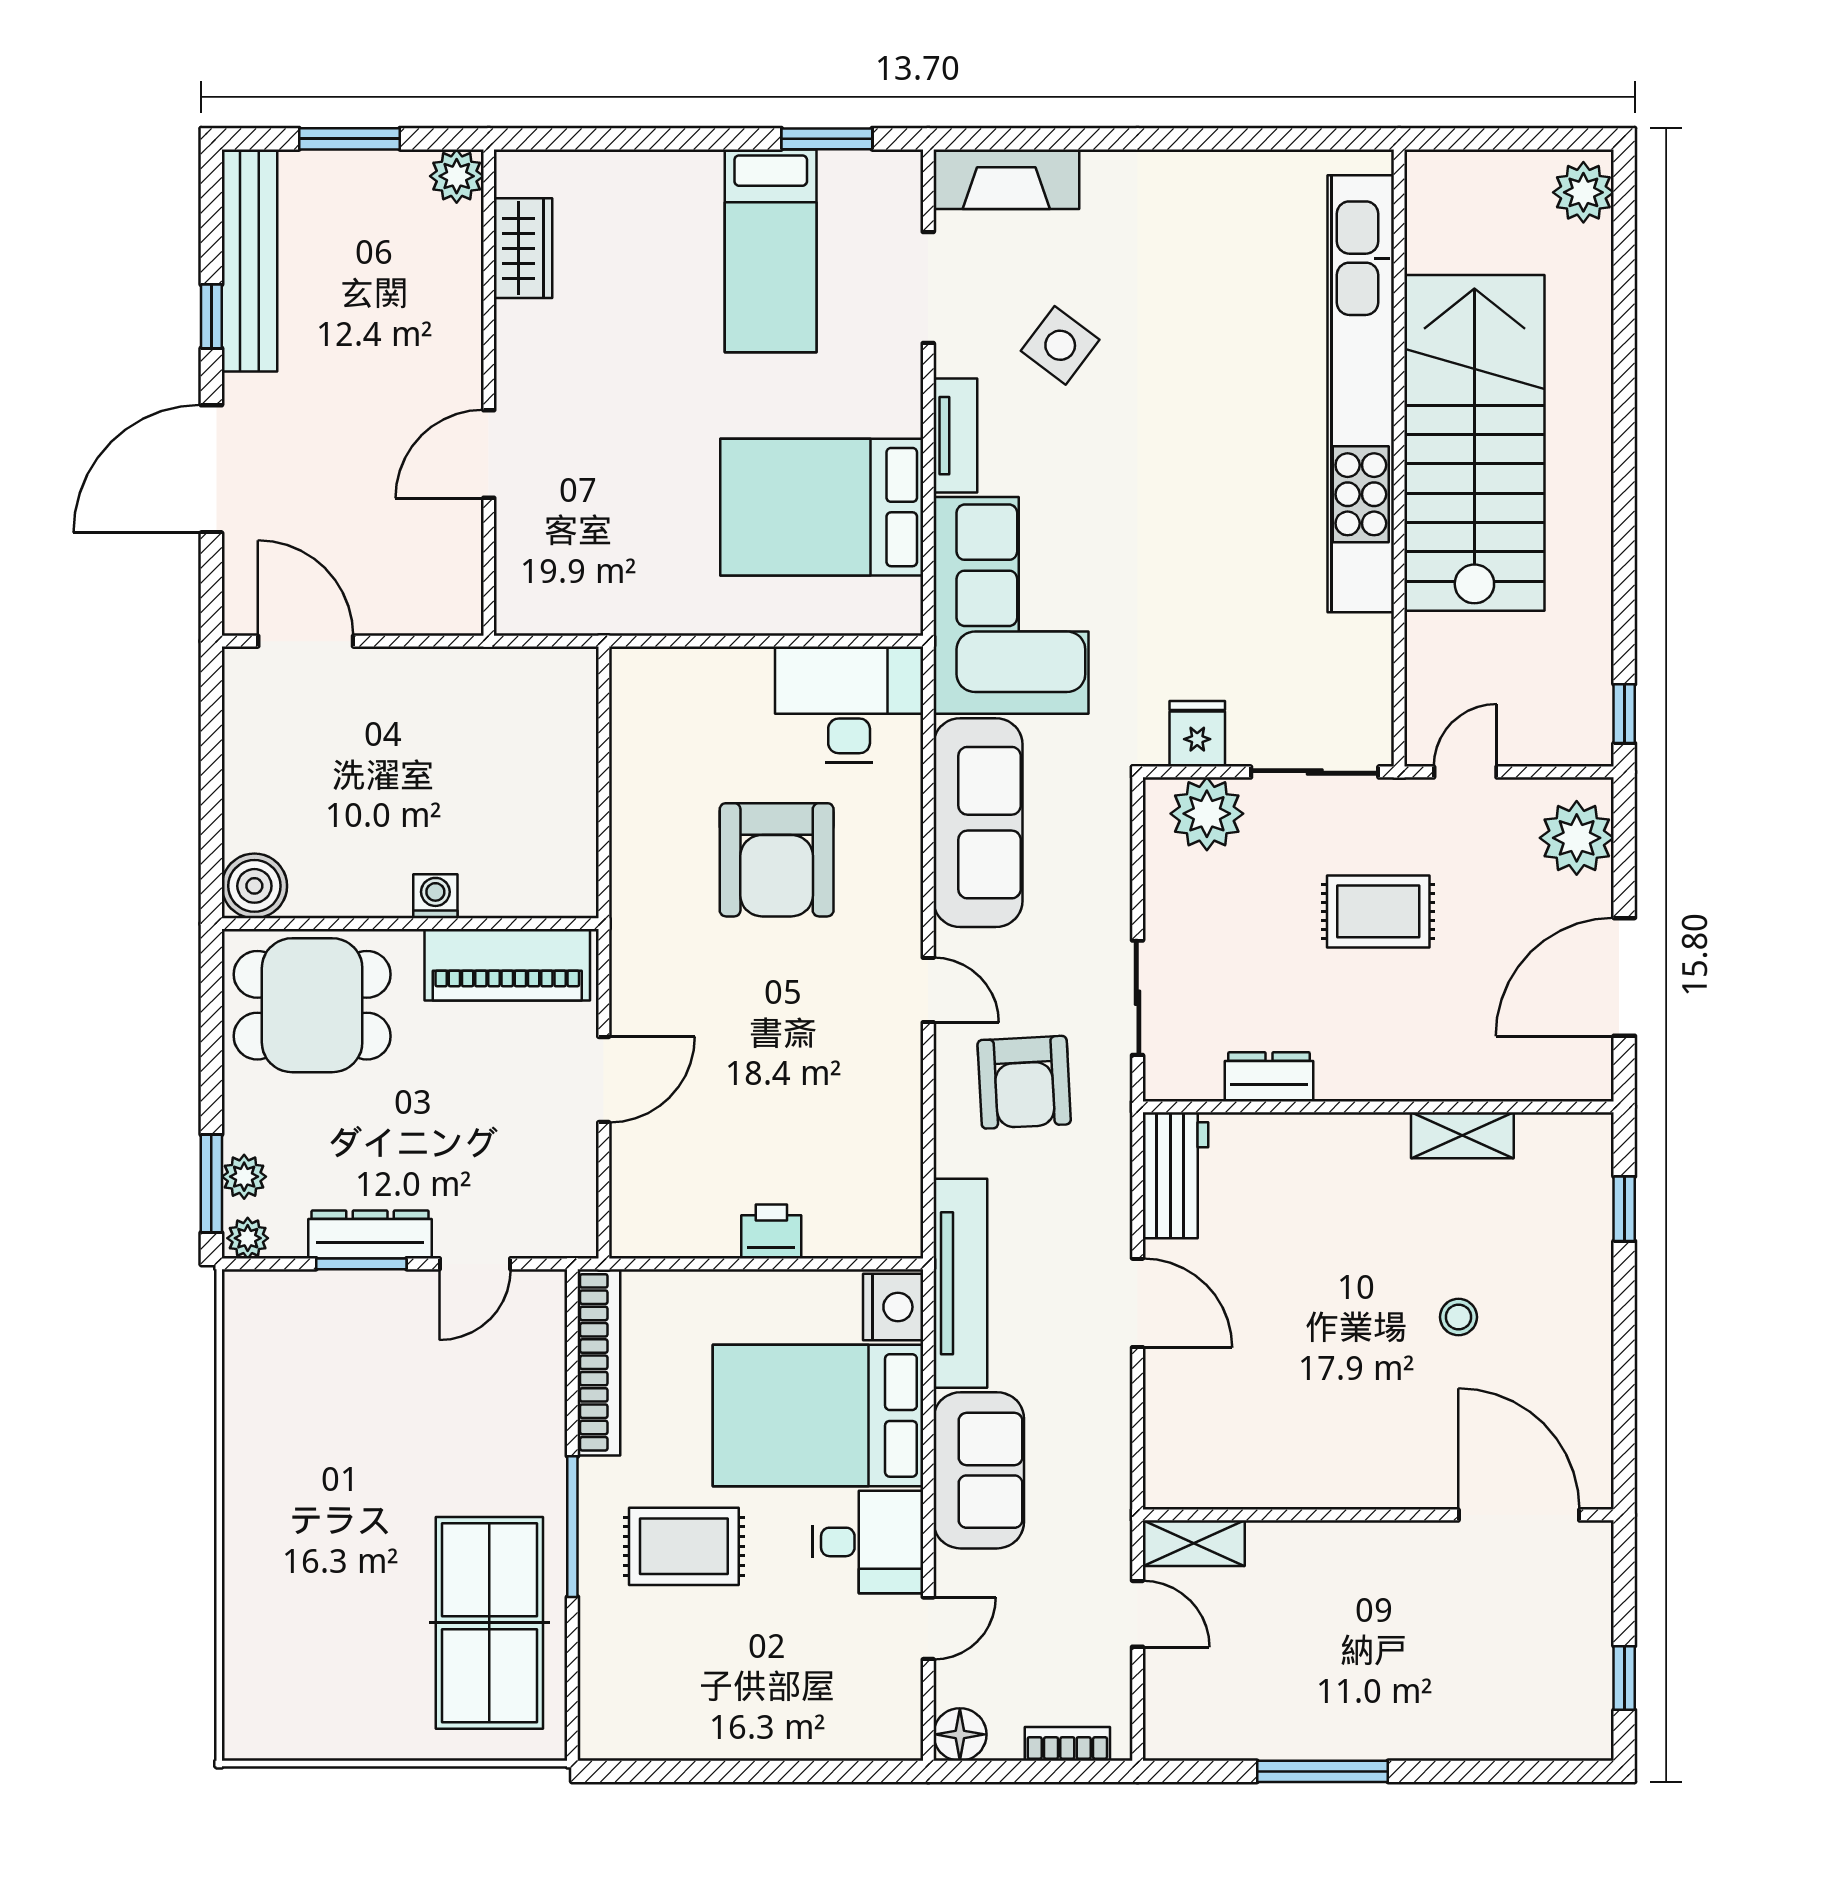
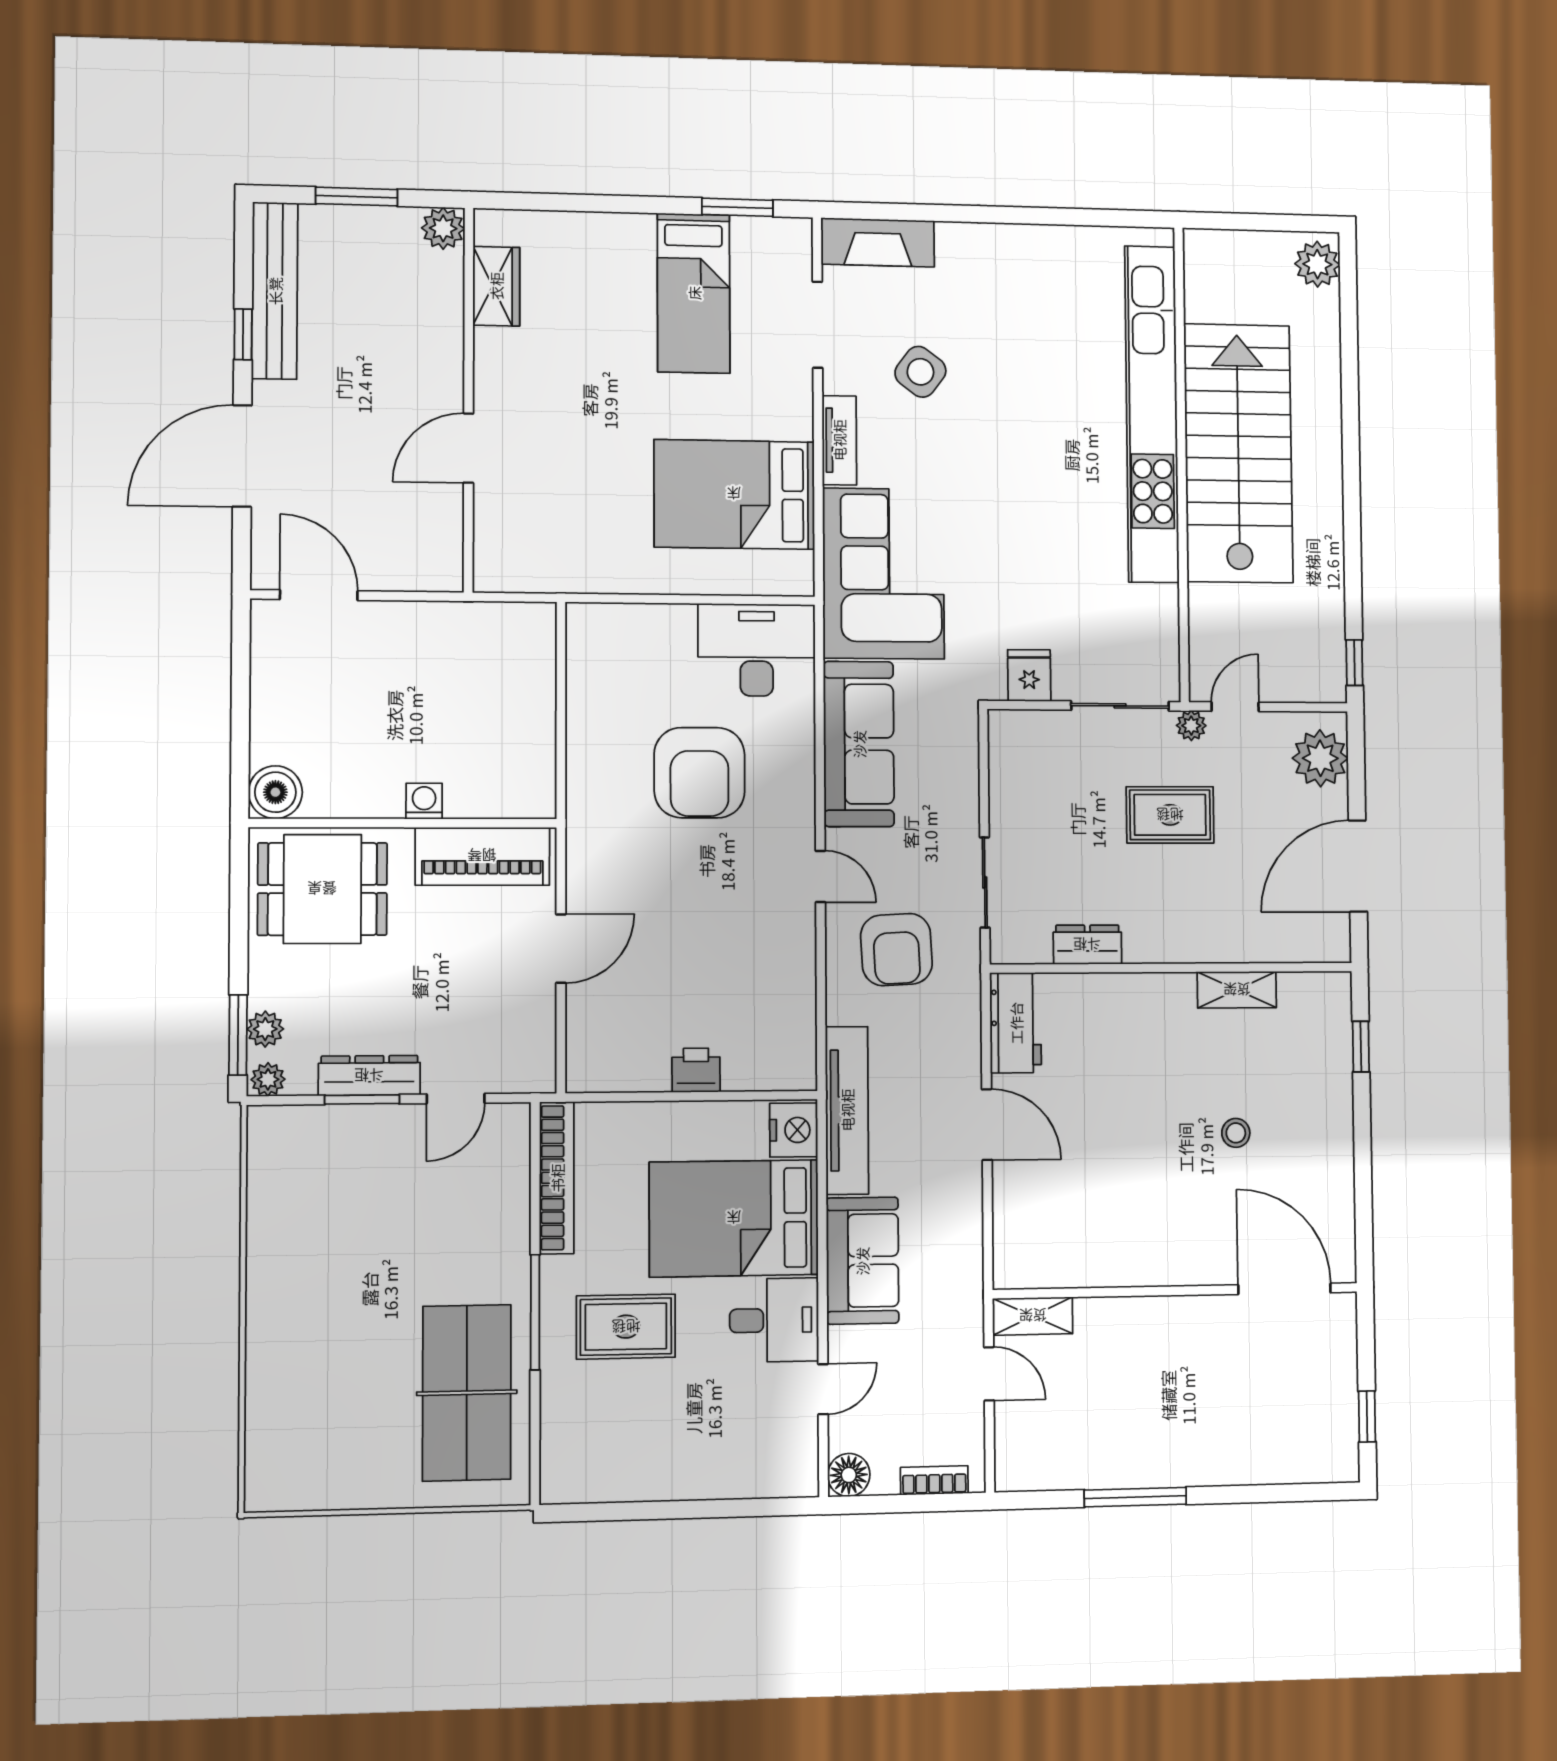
plant: (1207, 814) -> (1191, 726), moved, width x0.53, depth x0.53

